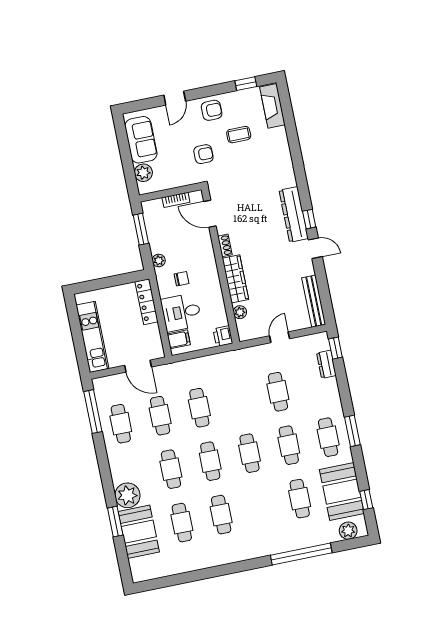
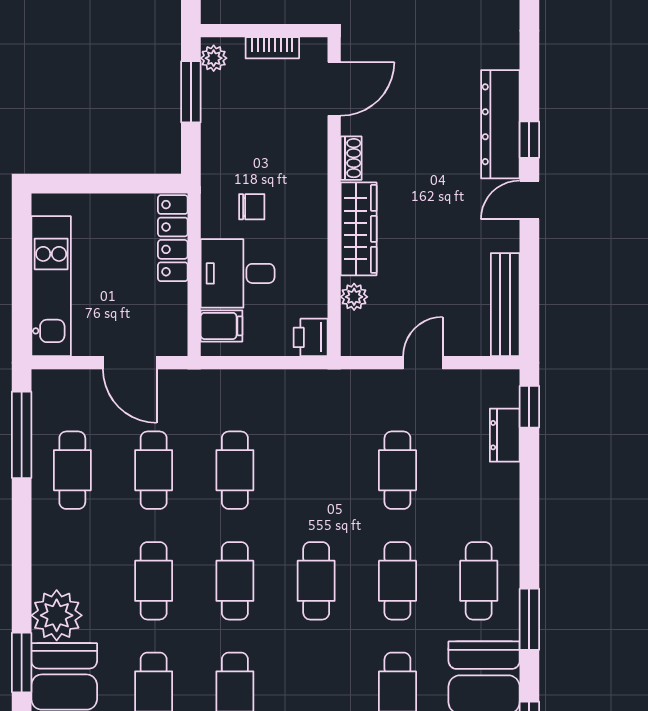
door: (210, 214) -> (334, 89), swing flipped
door: (315, 248) -> (529, 200), swing flipped
plant: (159, 260) -> (214, 58), moved
window: (352, 431) -> (529, 619), moved

